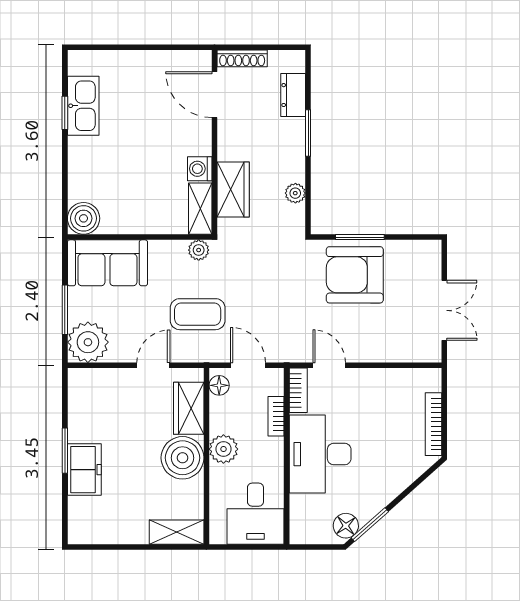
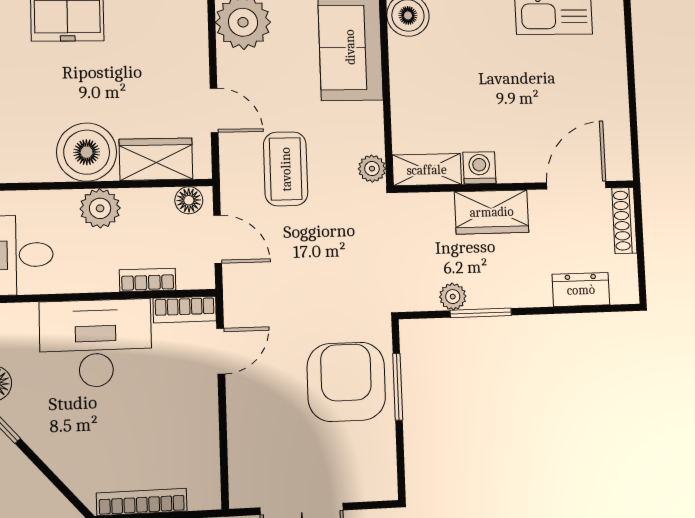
window: (308, 133) -> (481, 313), moved
wardrobe: (233, 190) -> (492, 212), moved
door: (248, 365) -> (218, 239), hinge flipped

